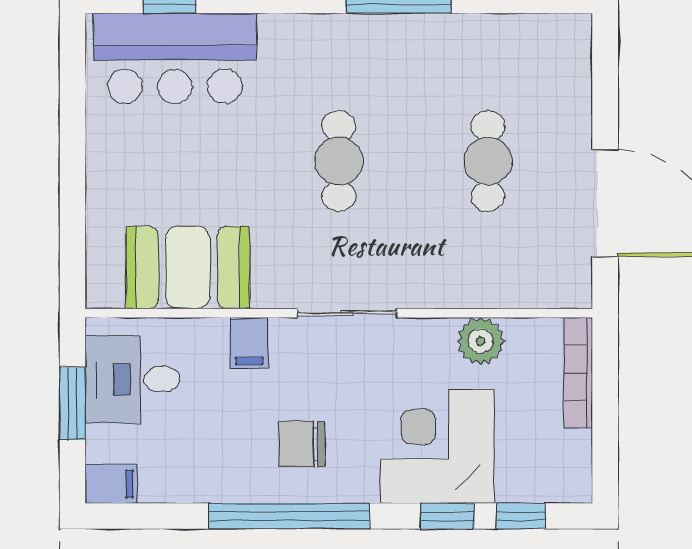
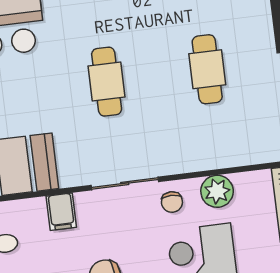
chair: (413, 349) -> (172, 202), added

